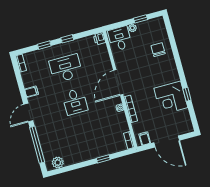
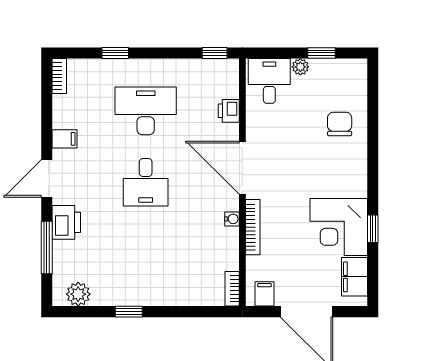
window: (67, 39) -> (215, 53), moved
printer: (99, 39) -> (229, 111), moved
door: (118, 82) -> (242, 168), hinge flipped
filing cabinet: (185, 119) -> (354, 277), added
printer: (43, 131) -> (66, 222), added
window: (37, 145) -> (47, 247), width x0.68
window: (103, 159) -> (129, 312), moved

